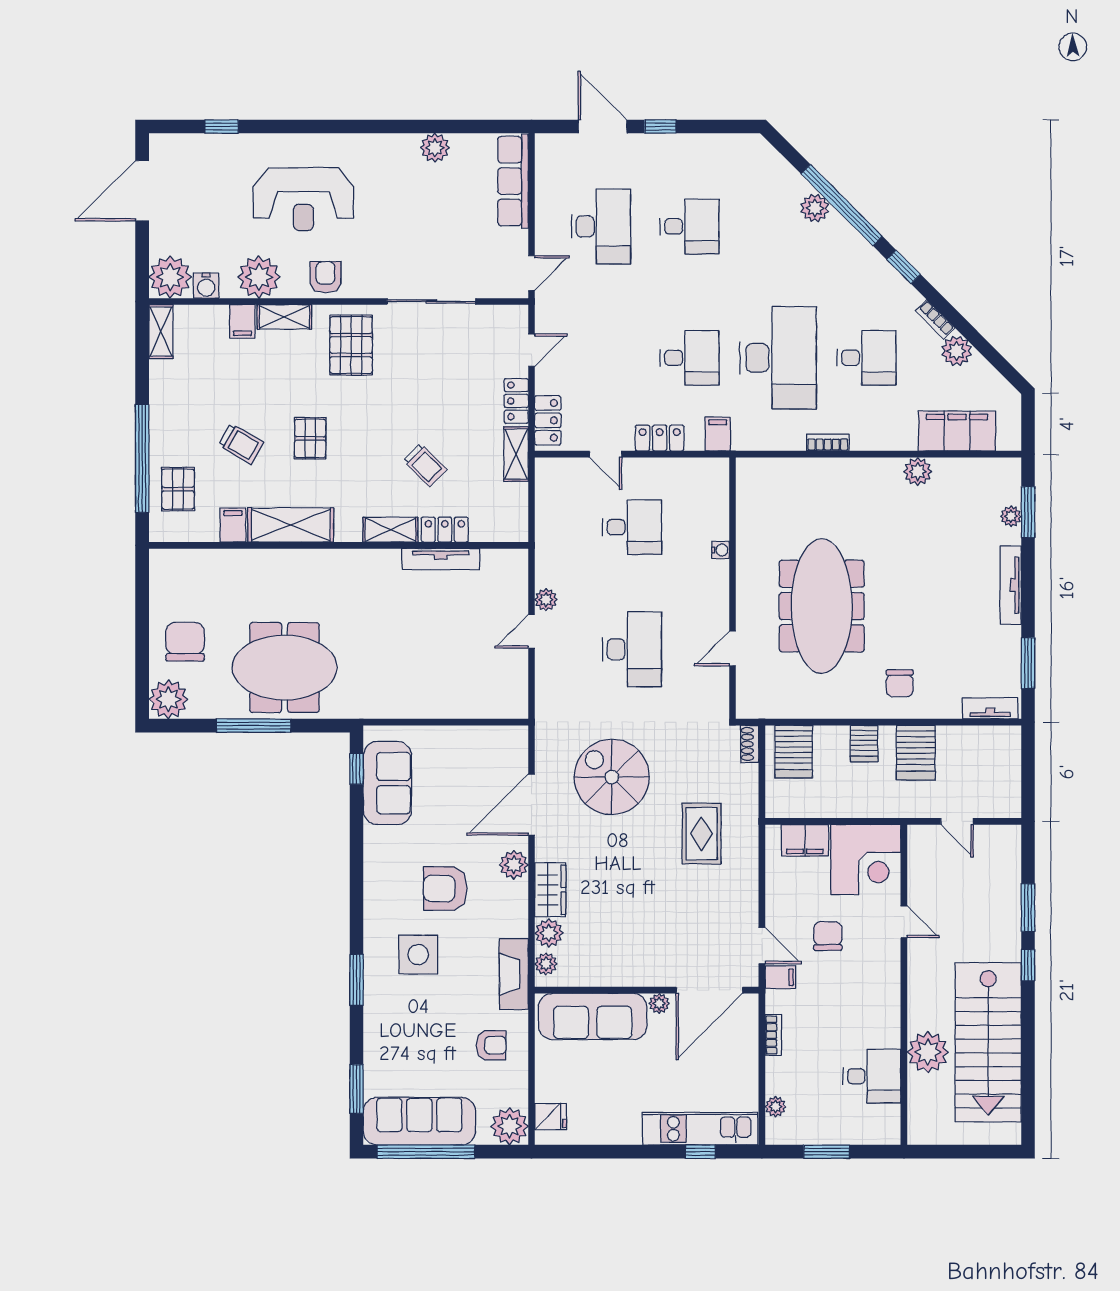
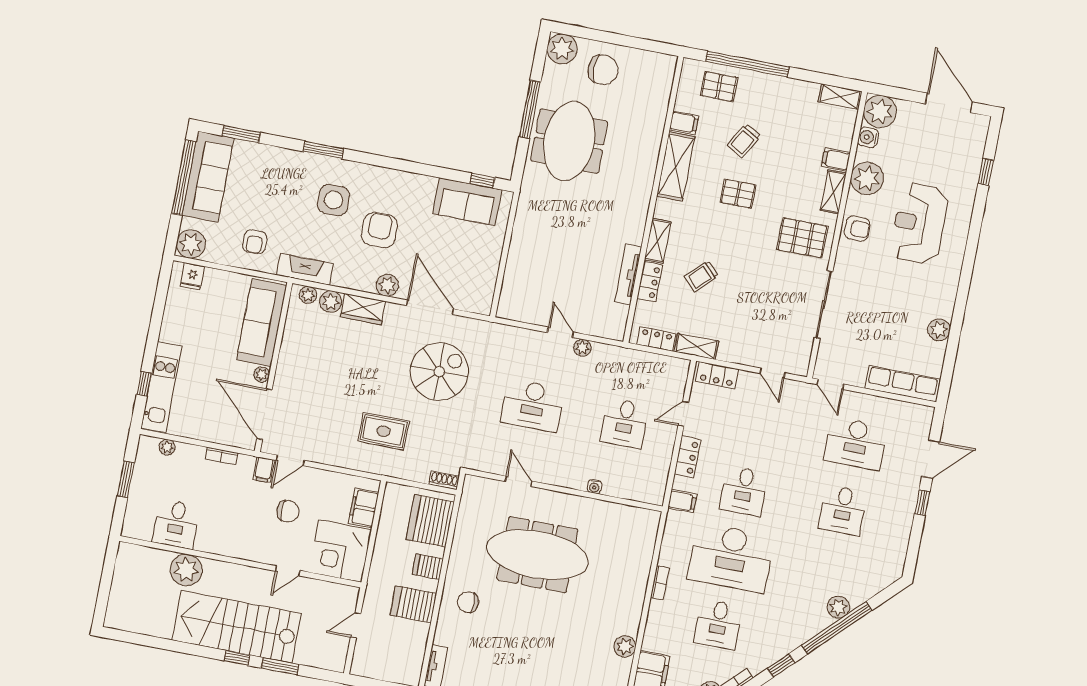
locker: (516, 401) -> (656, 339), moved
server rack: (794, 752) -> (430, 521), width x1.60
stairs: (988, 1042) -> (236, 627), moved

